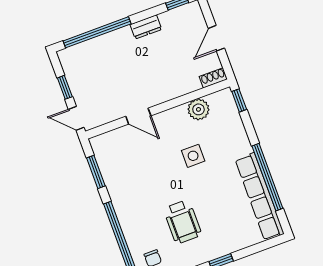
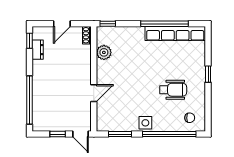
dresser: (146, 27) -> (38, 50), moved
door: (216, 38) -> (62, 24), hinge flipped
door: (76, 118) -> (80, 134), hinge flipped
side table: (193, 156) -> (145, 123), moved

